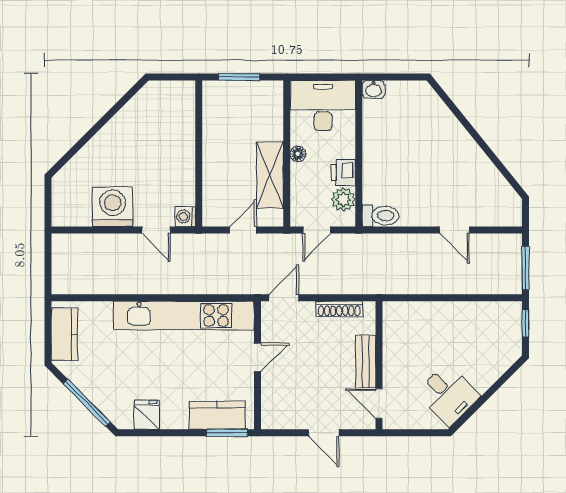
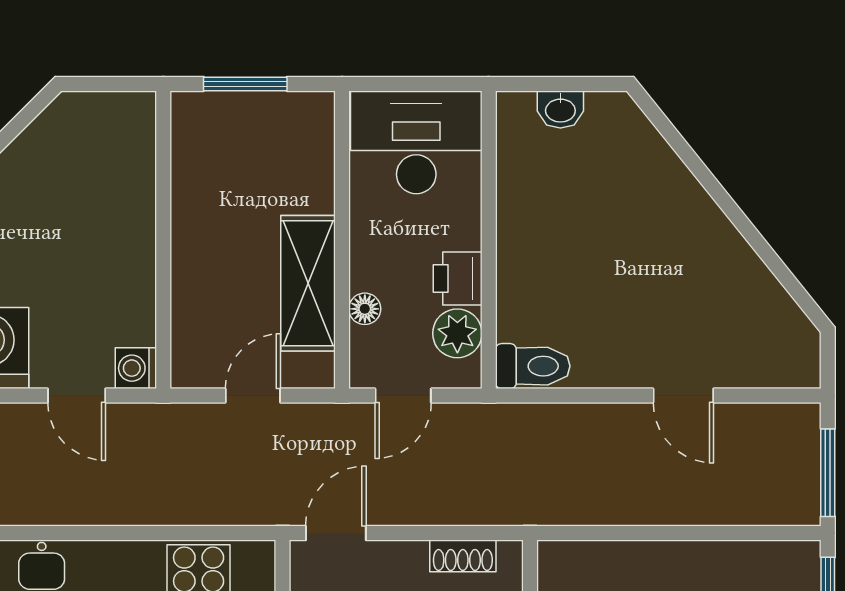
washbasin: (373, 89) -> (560, 109), moved
floor lamp: (298, 154) -> (365, 309), moved
shoe rack: (339, 309) -> (463, 556), width x0.70

